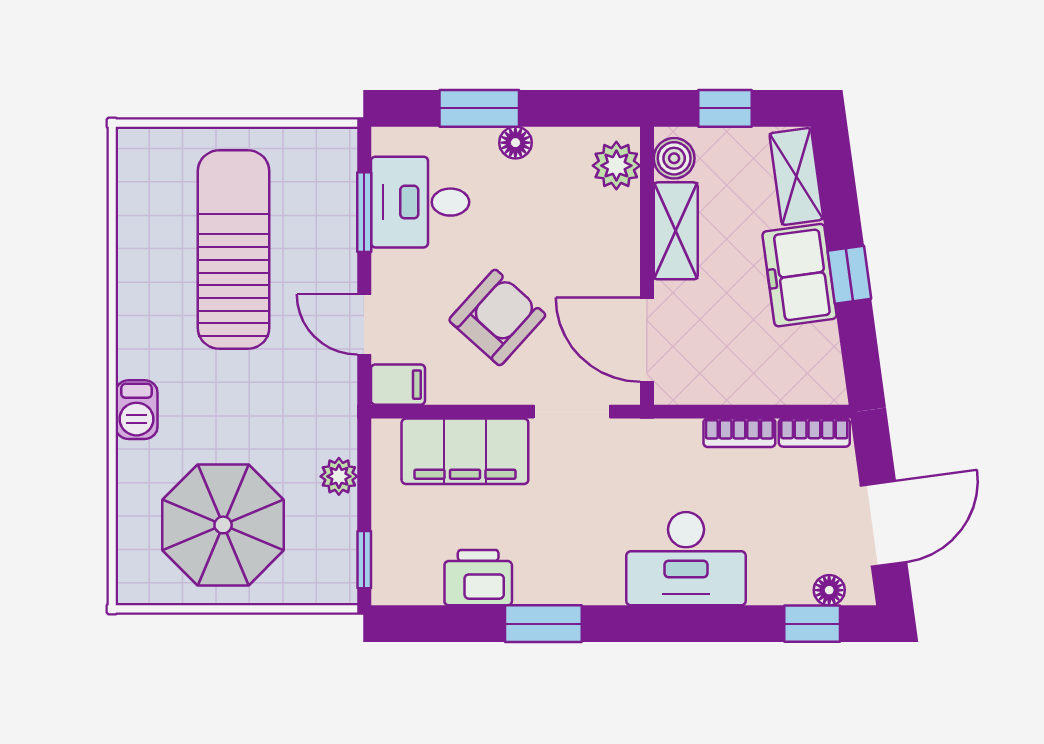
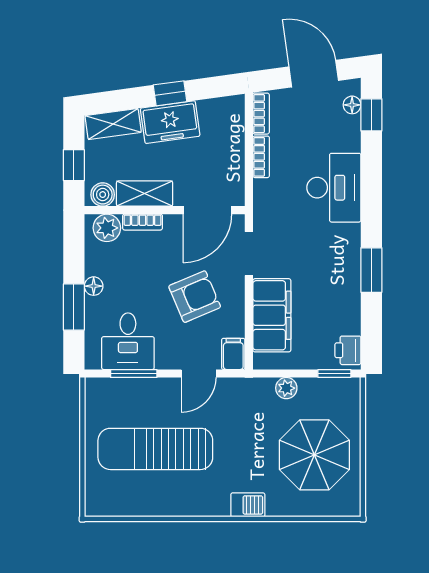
bookcase: (626, 227) -> (143, 222), added
armchair: (497, 318) -> (195, 297), turned 115
printer: (478, 578) -> (348, 350), moved, width x0.73, depth x0.81

